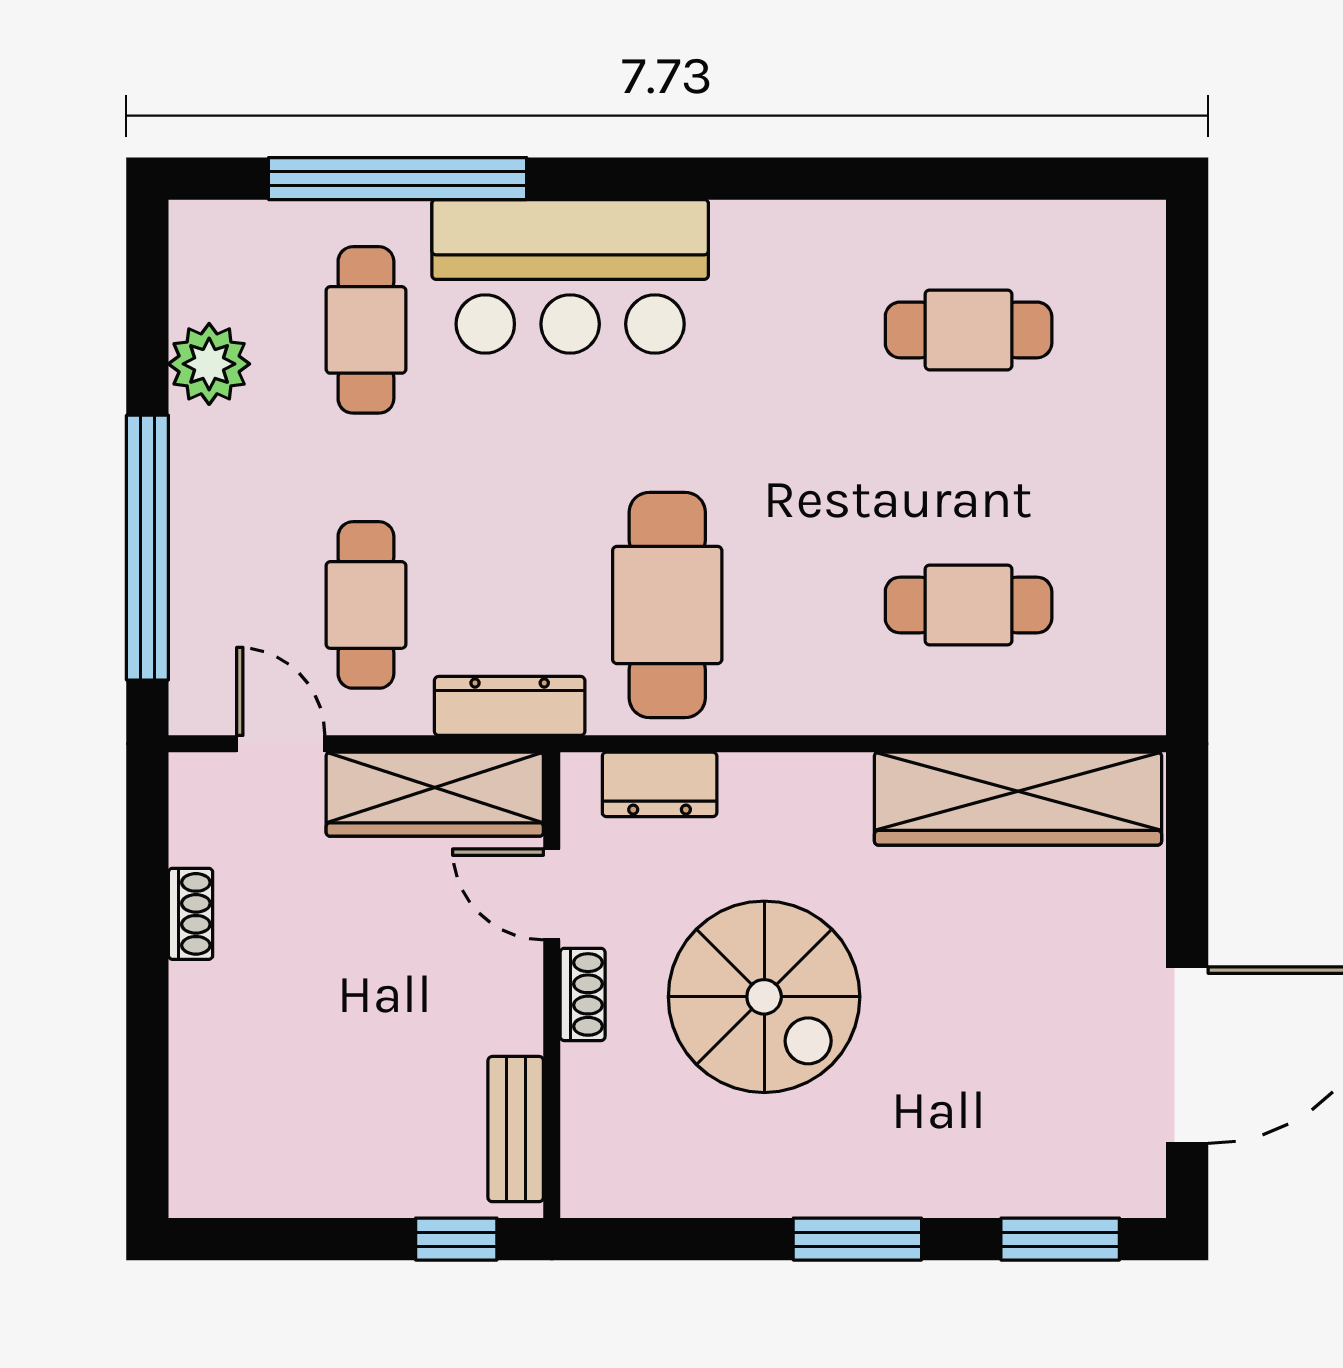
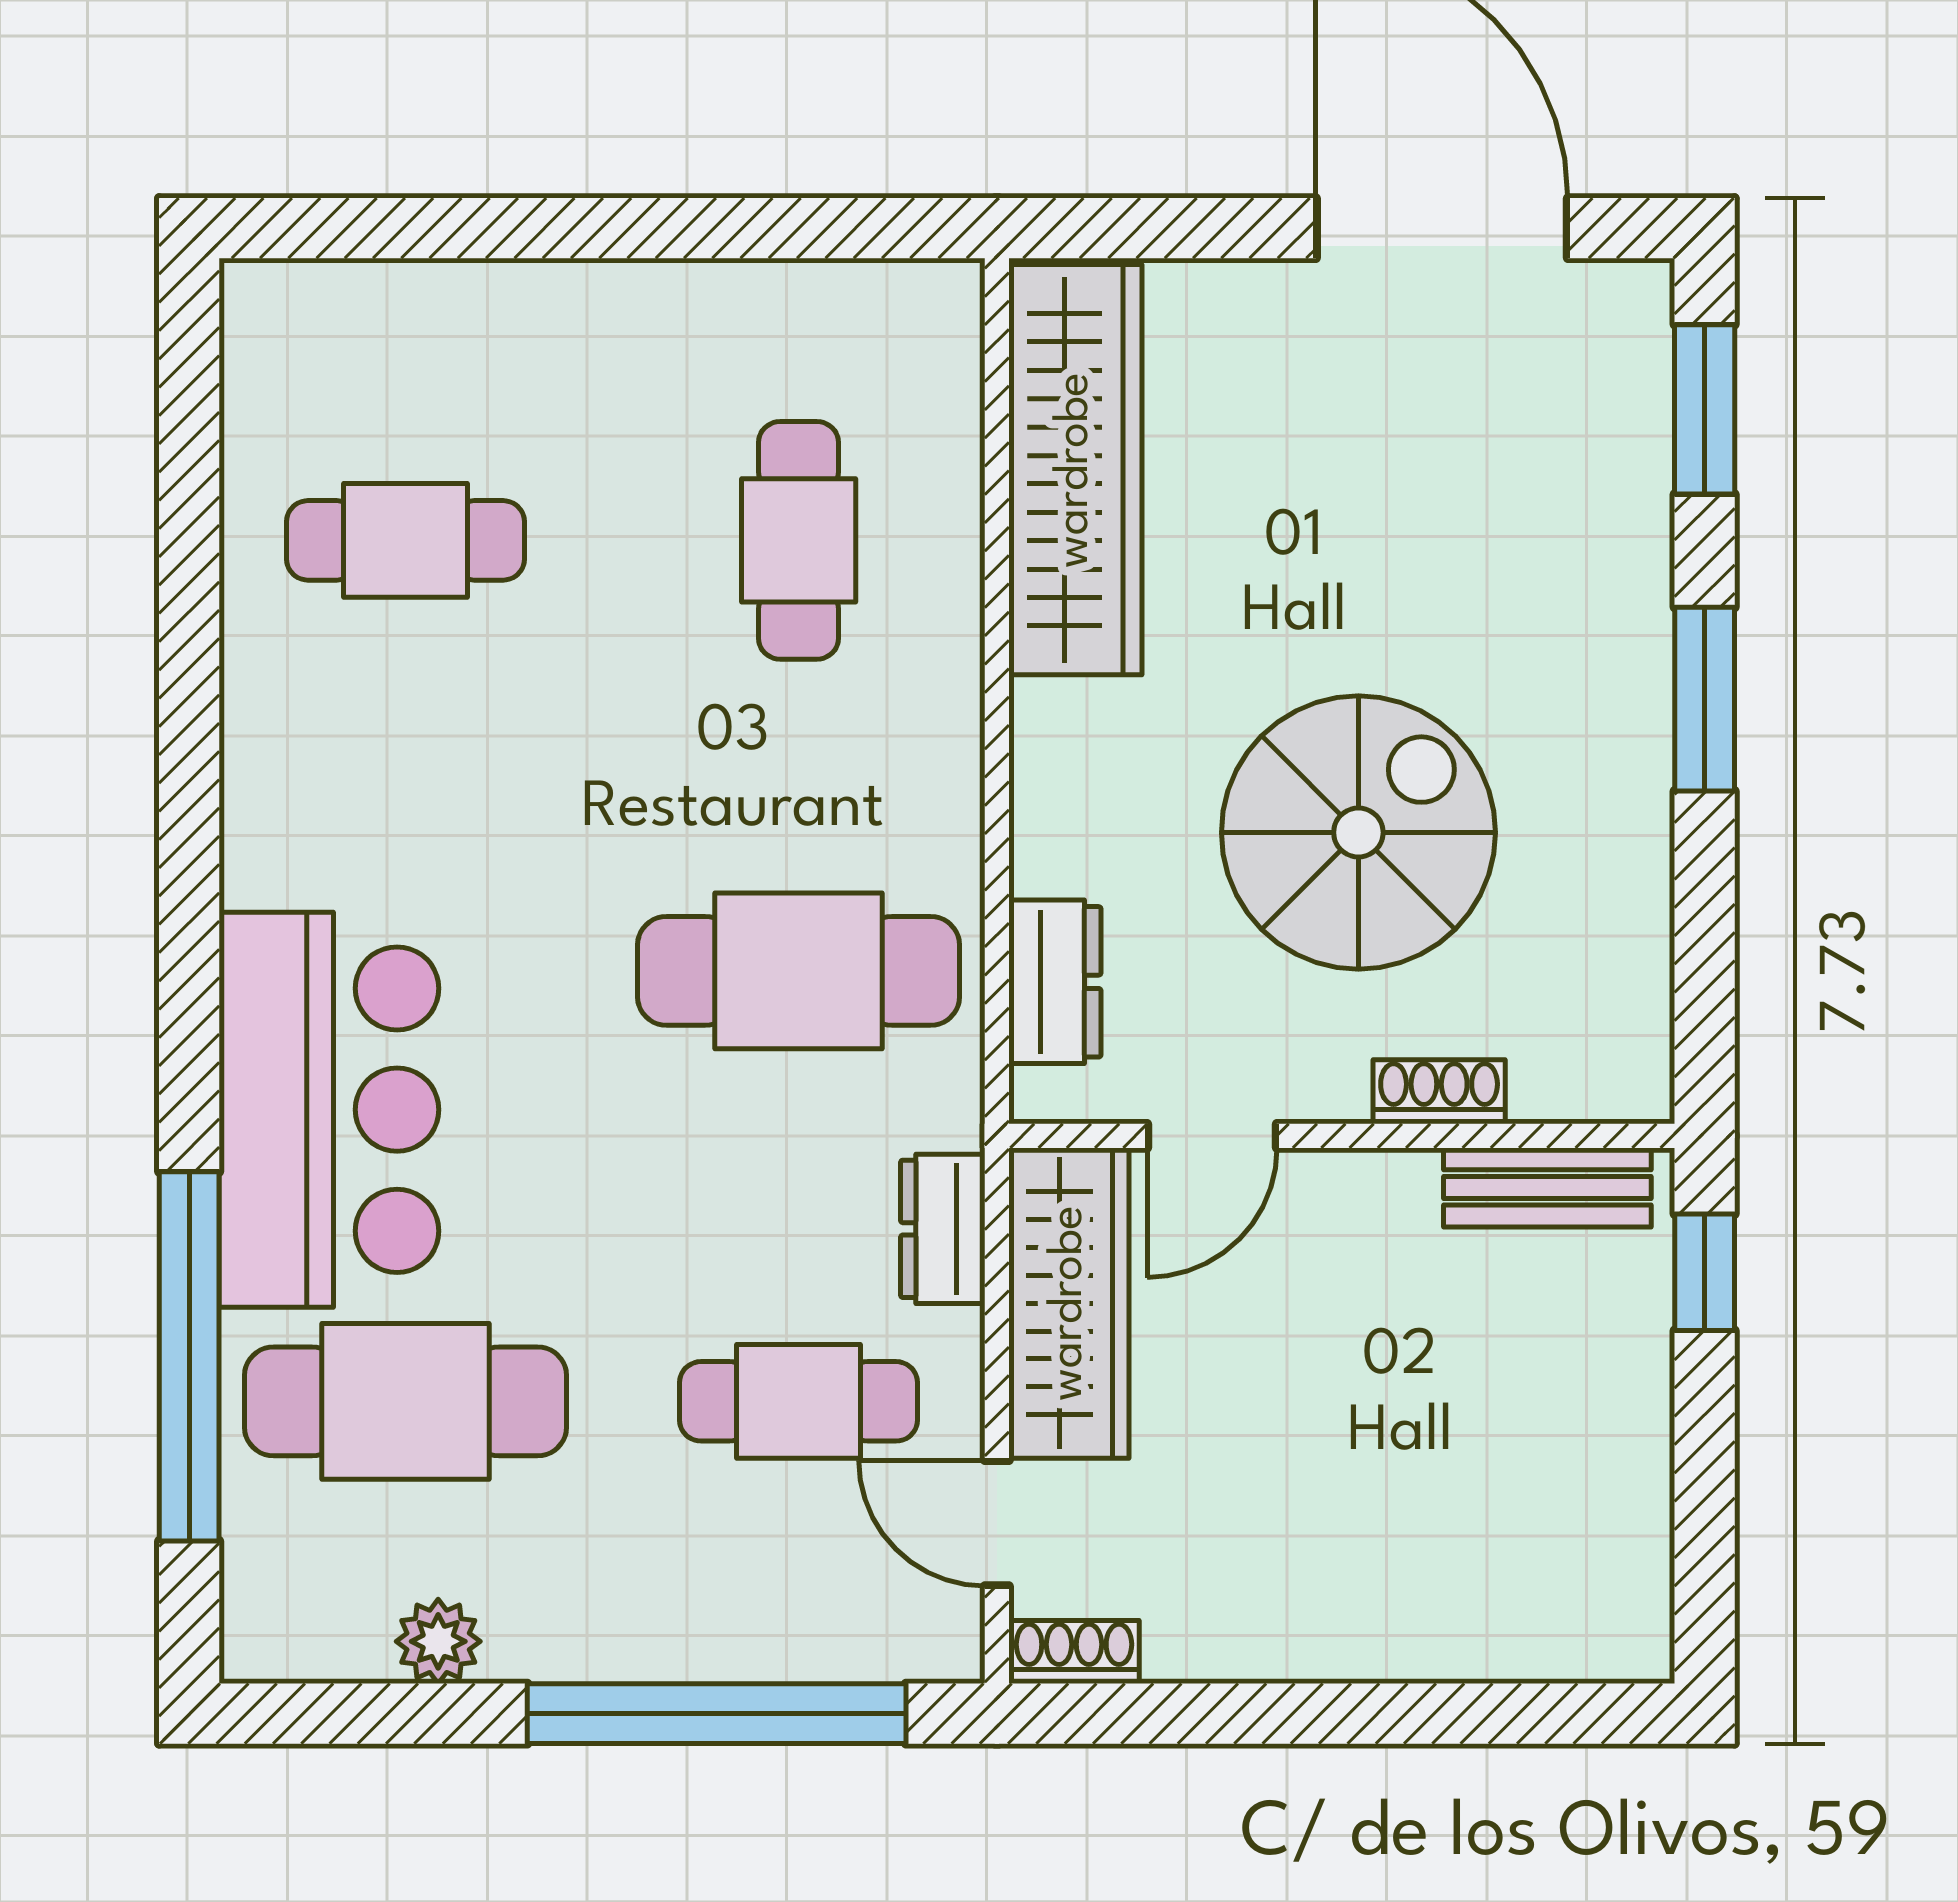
cafe table: (366, 330) -> (406, 1401), width x1.37, depth x1.35
cafe table: (969, 330) -> (406, 540), turned 90
plant: (209, 364) -> (438, 1641), width x0.73, depth x0.73
dresser: (510, 706) -> (943, 1229), width x0.70
door: (281, 744) -> (997, 1523), hinge flipped
shoe rack: (191, 914) -> (1074, 1652), moved
shoe rack: (583, 994) -> (1439, 1092), moved

